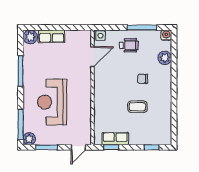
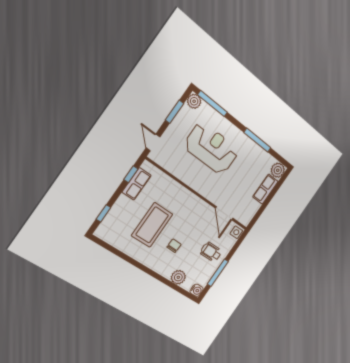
wheelchair: (129, 45) -> (211, 252), turned 90
coffee table: (137, 107) -> (152, 225), width x1.86, depth x1.72

